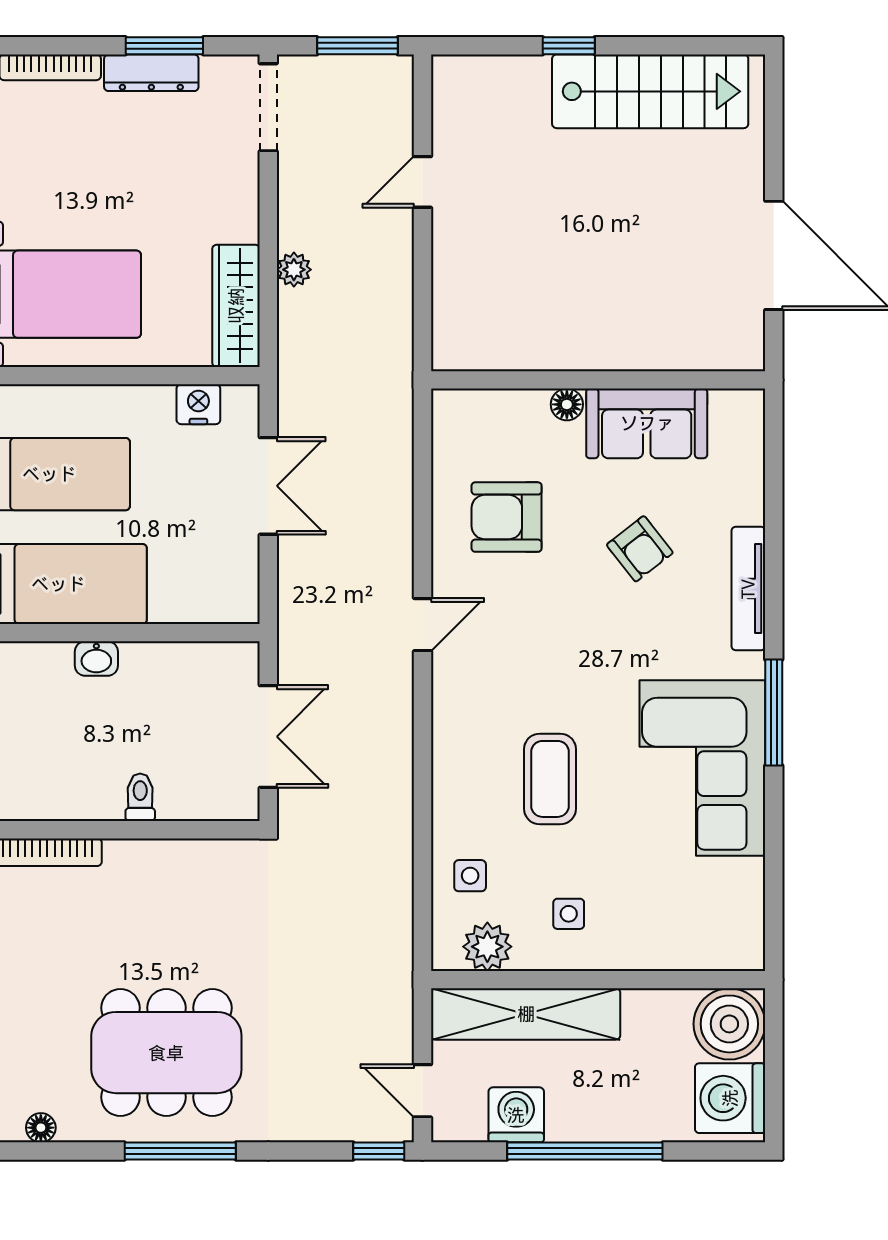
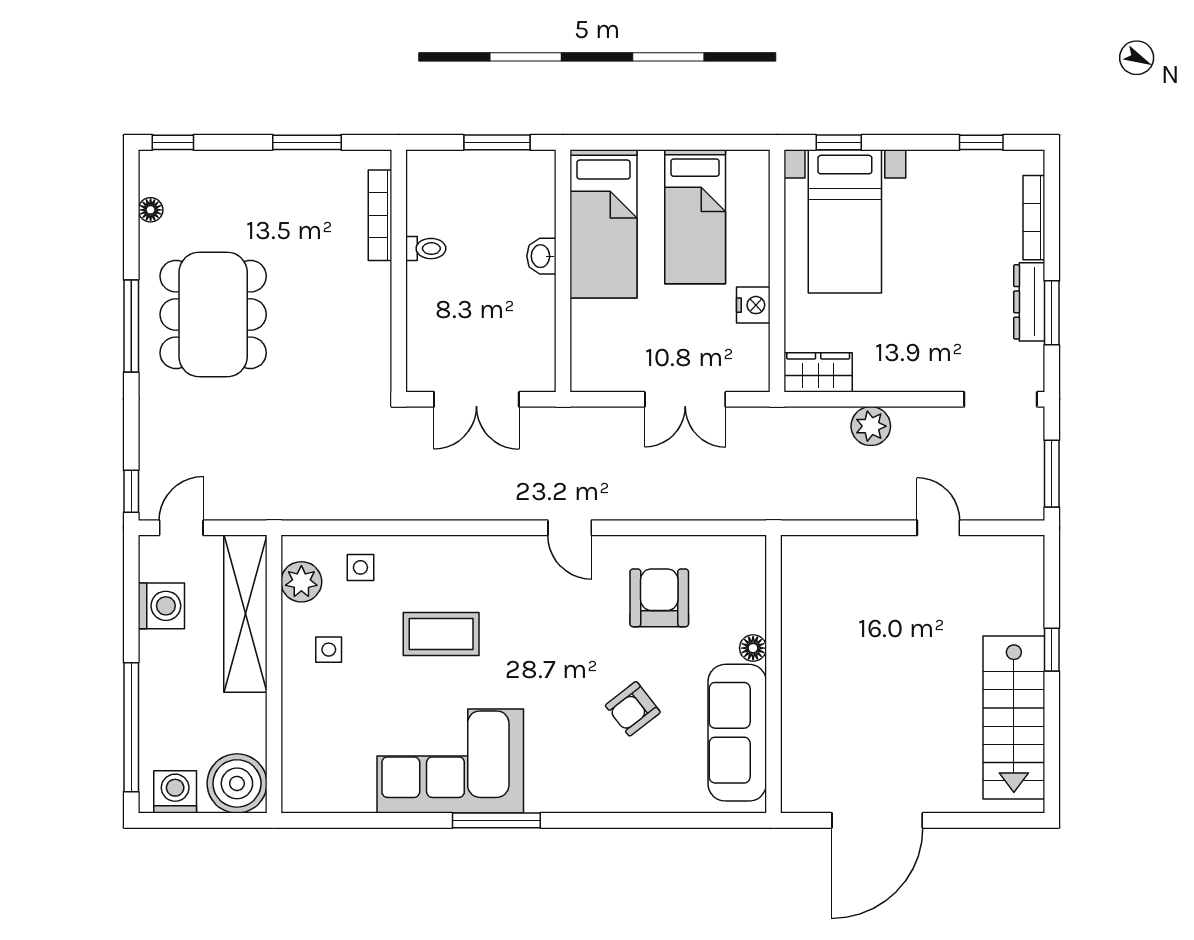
plant: (294, 270) -> (871, 426), width x1.38, depth x1.38
wardrobe: (236, 306) -> (818, 372), width x0.67
nightstand: (198, 404) -> (753, 305), moved
sofa: (647, 423) -> (737, 733), width x1.36
tv unit: (748, 589) -> (600, 799), removed
toilet: (140, 797) -> (426, 249), moved
washing machine: (730, 1098) -> (175, 792), width x0.73, depth x0.73
window: (585, 1151) -> (131, 727), moved

